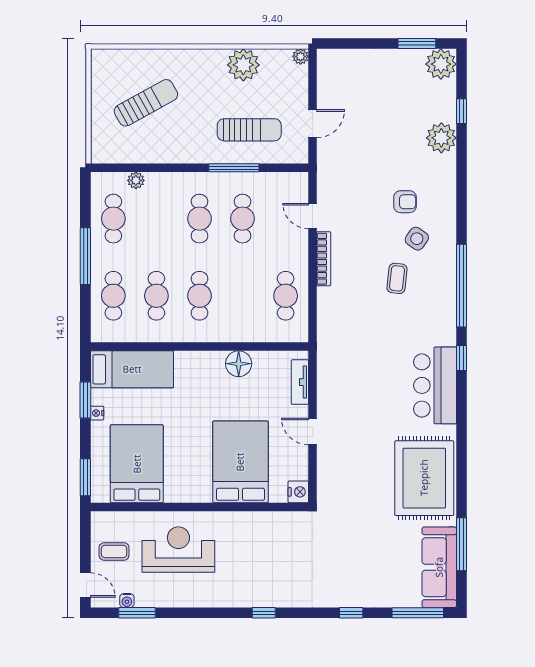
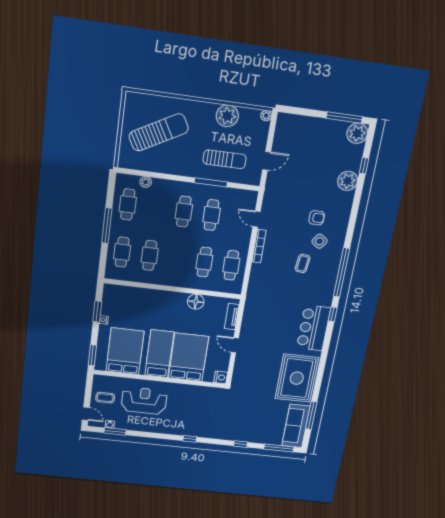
window: (417, 43) -> (344, 117), width x1.44
sun lounger: (146, 103) -> (159, 132), width x1.36, depth x1.34
cafe table: (199, 296) -> (204, 262), moved
bed: (132, 369) -> (159, 354), moved, turned -90

